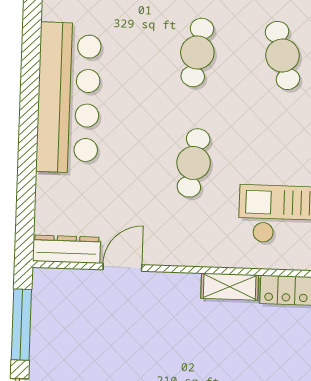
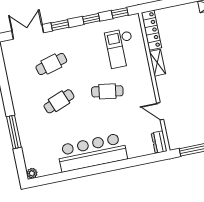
cafe table: (197, 52) -> (59, 101), turned -30
dresser: (67, 249) -> (159, 142), width x0.70

